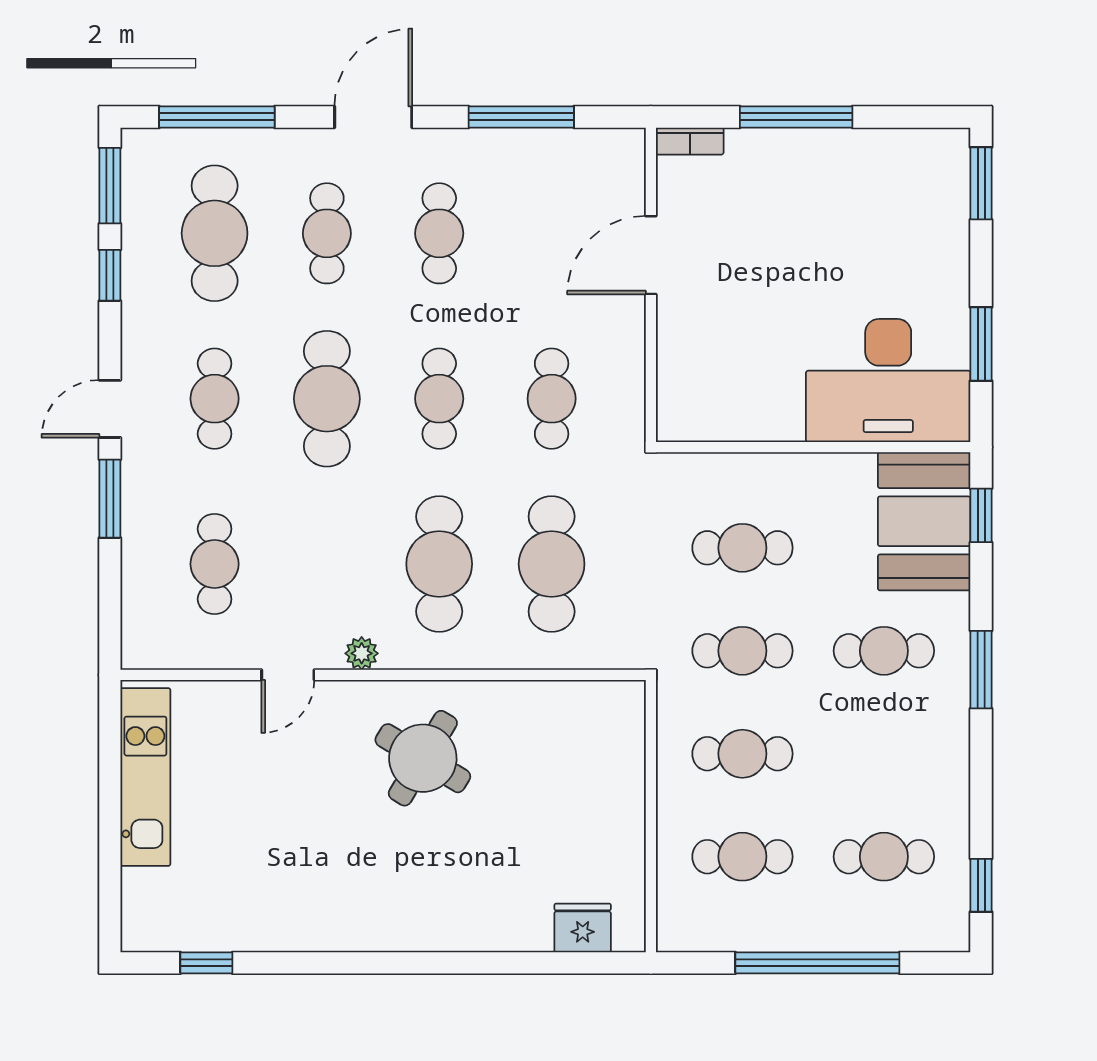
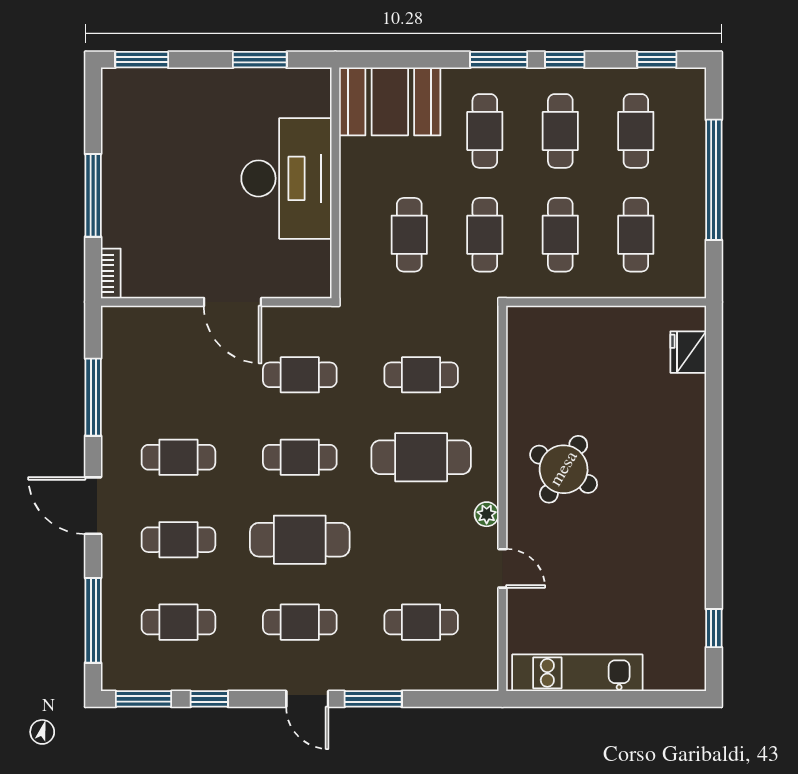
cafe table: (215, 233) -> (178, 622), width x0.73, depth x0.74
door: (651, 255) -> (233, 302), moved
desk: (888, 381) -> (286, 178), moved
window: (981, 515) -> (565, 60), moved
cafe table: (552, 564) -> (421, 375), width x0.73, depth x0.74
cafe table: (884, 754) -> (560, 131), added

